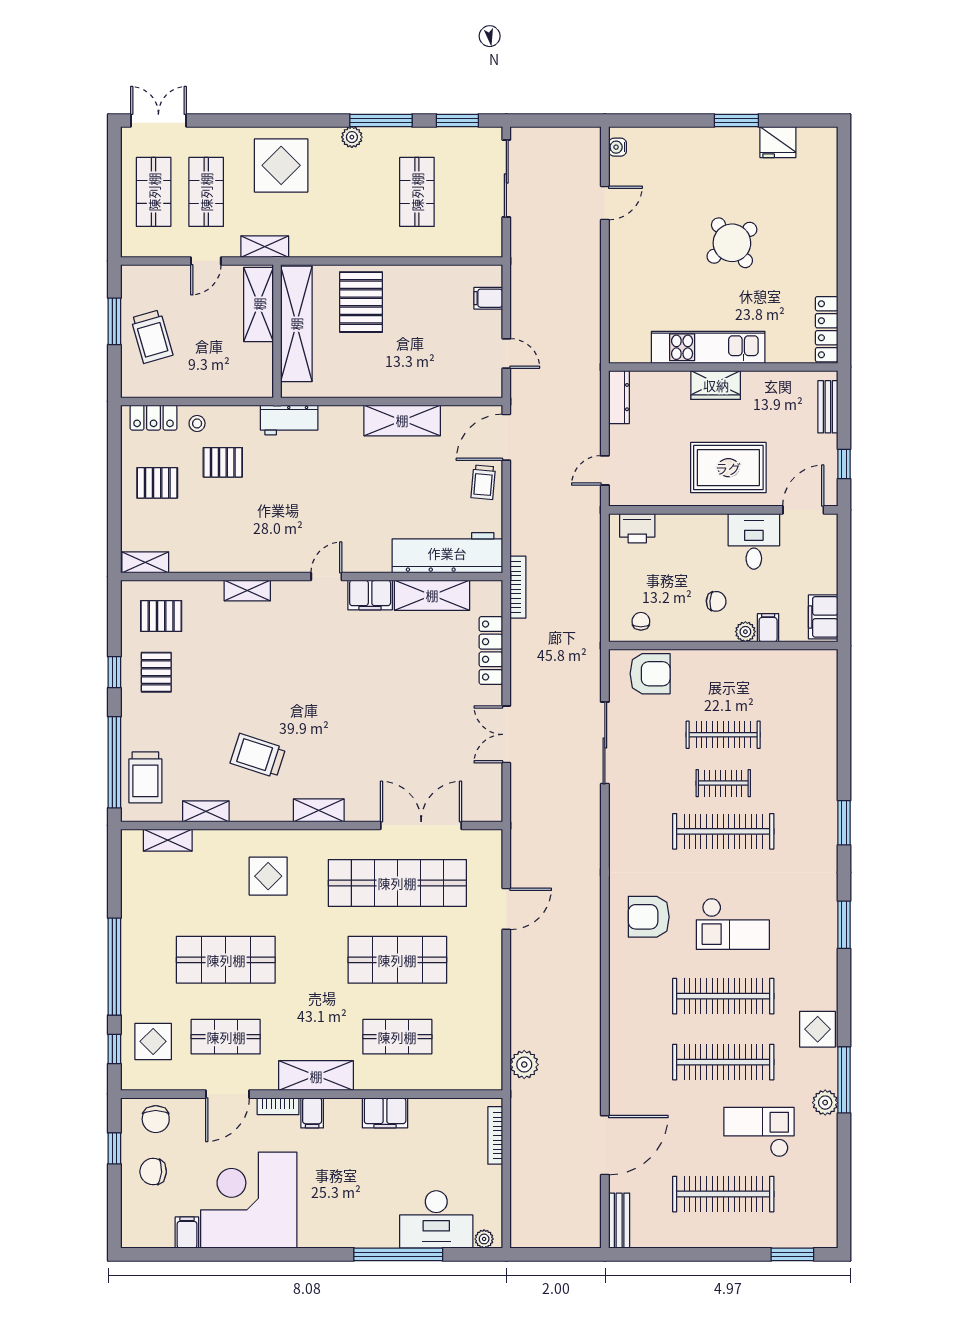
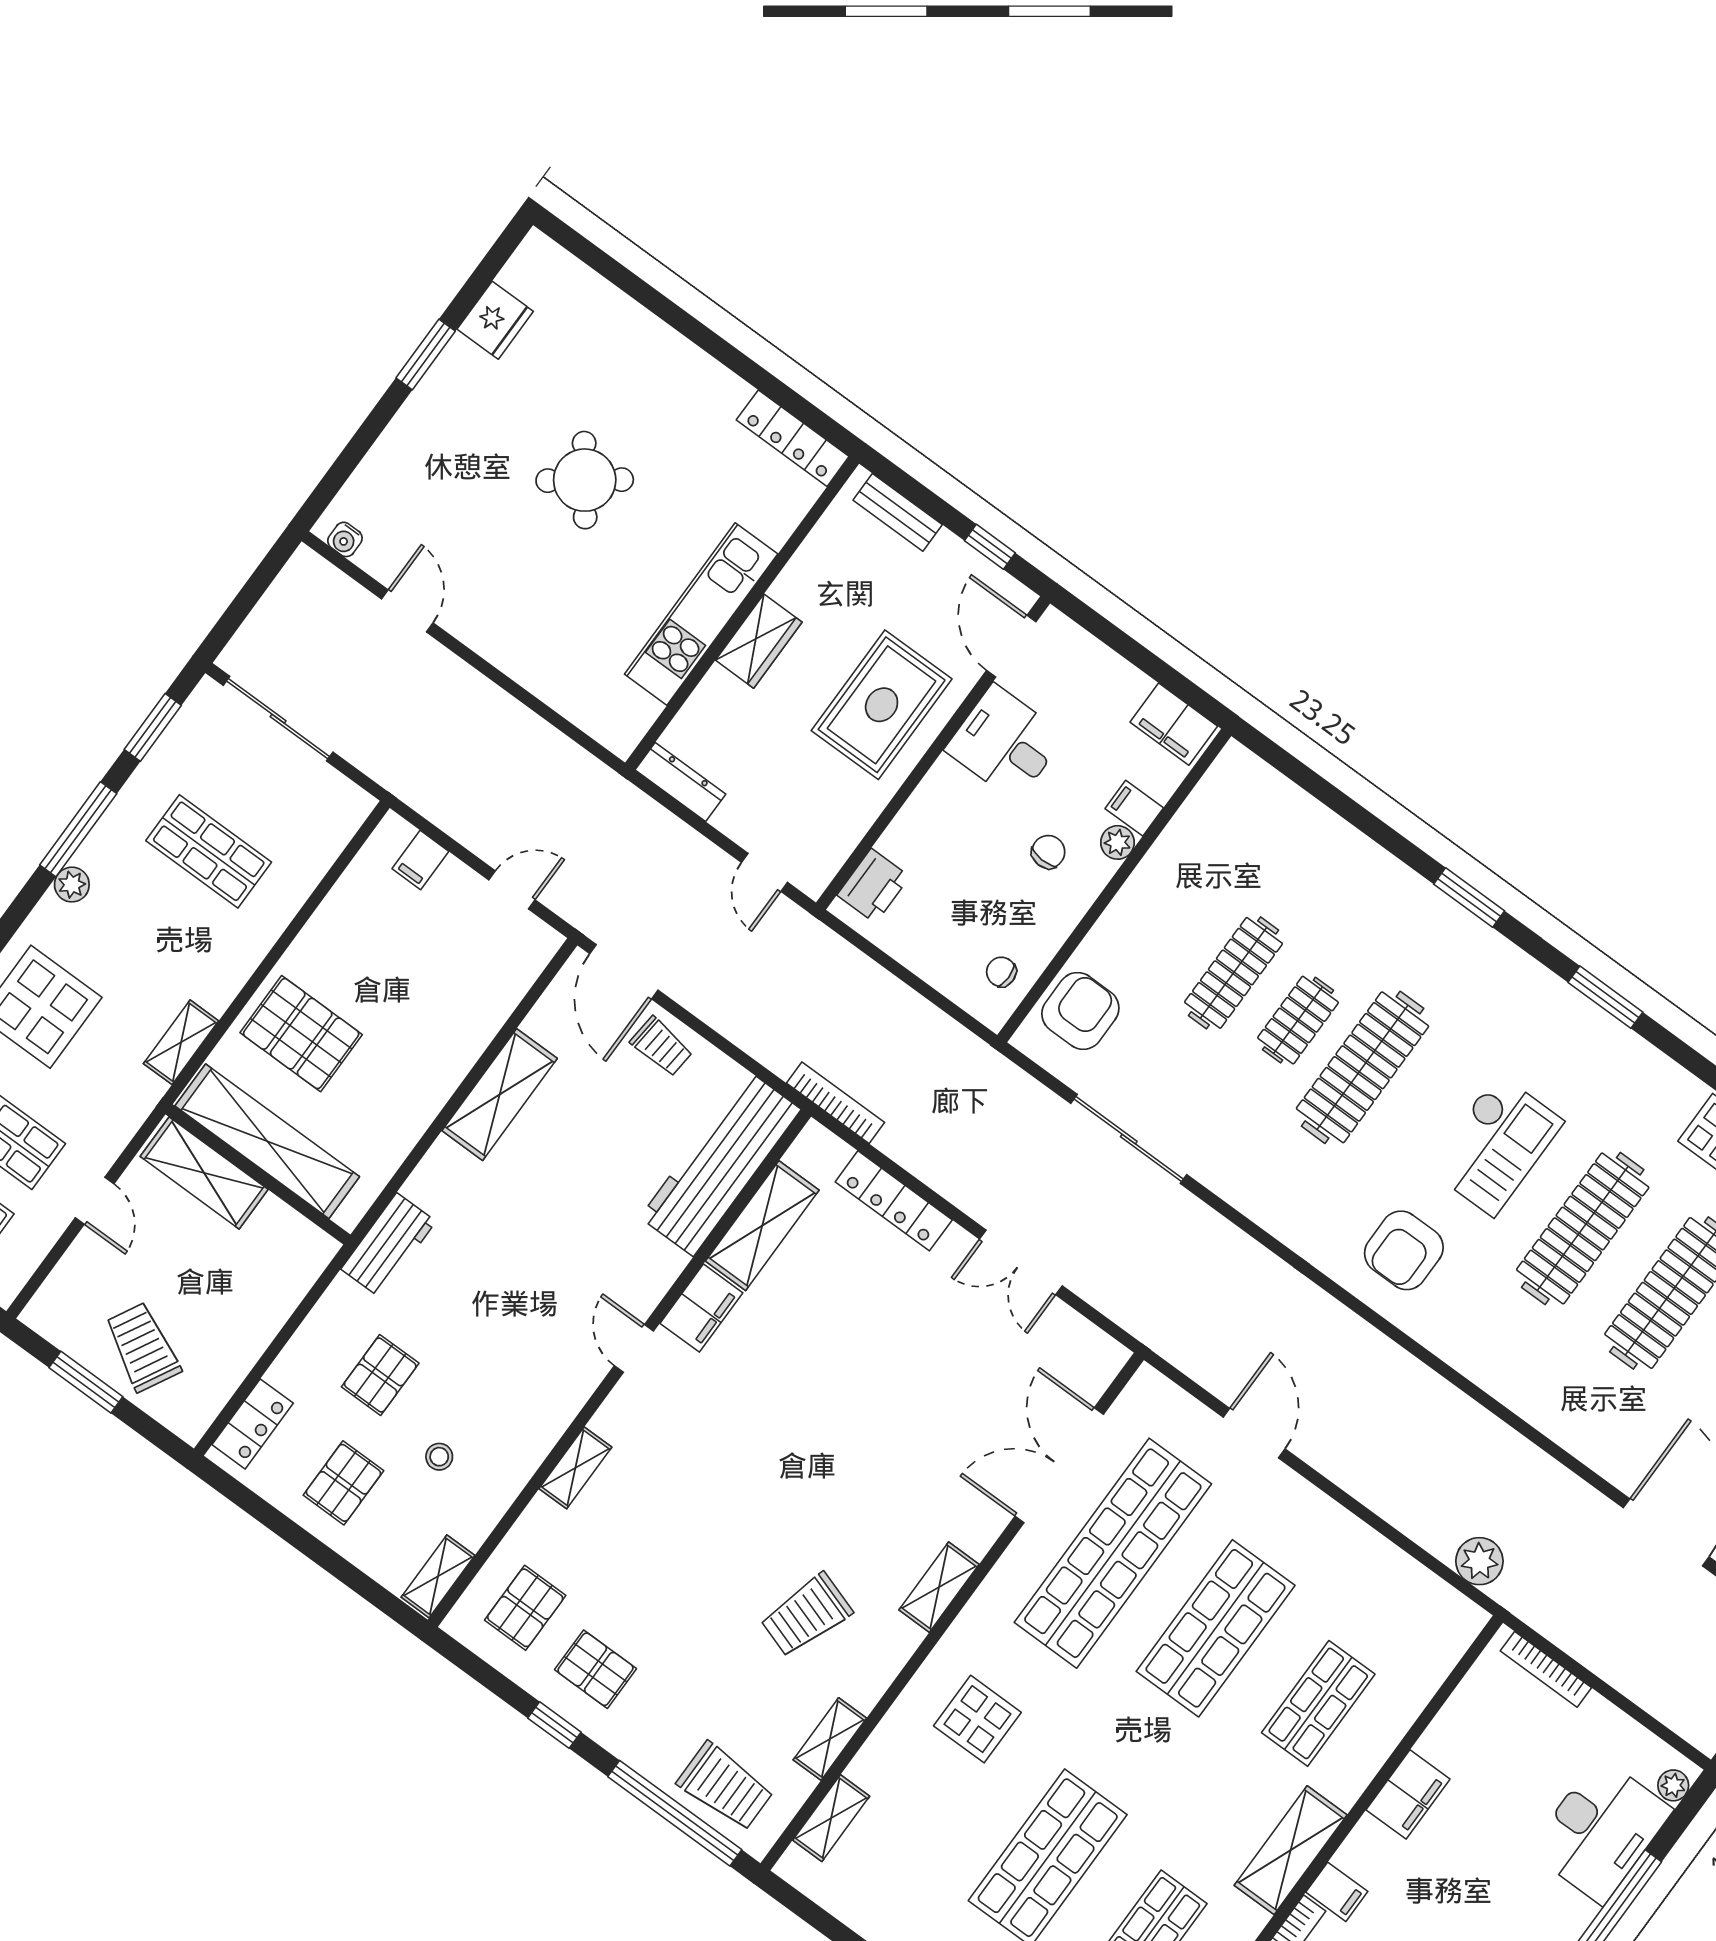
shelving: (265, 247) -> (181, 1042), moved
trolley: (152, 337) -> (143, 1347), turned -136
stool: (197, 423) -> (439, 1457), moved

